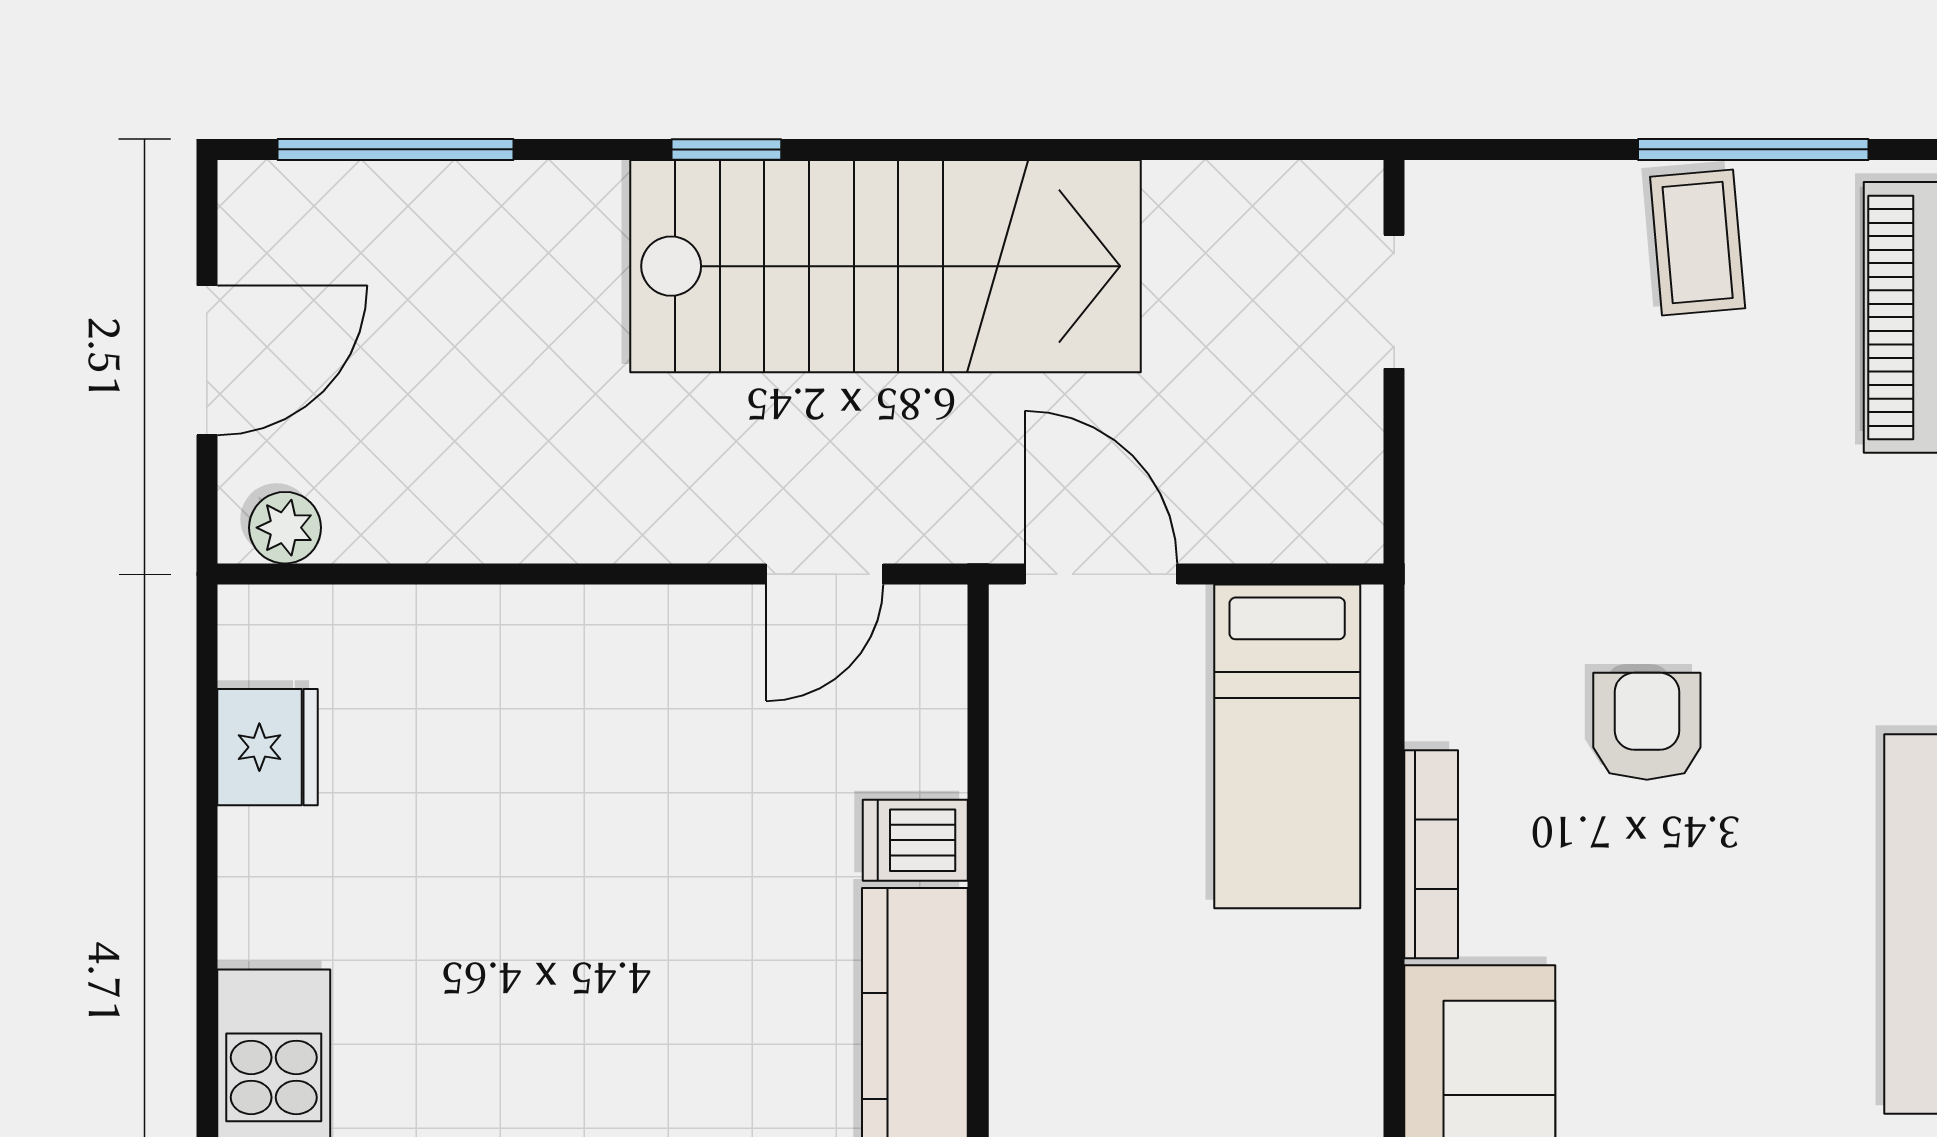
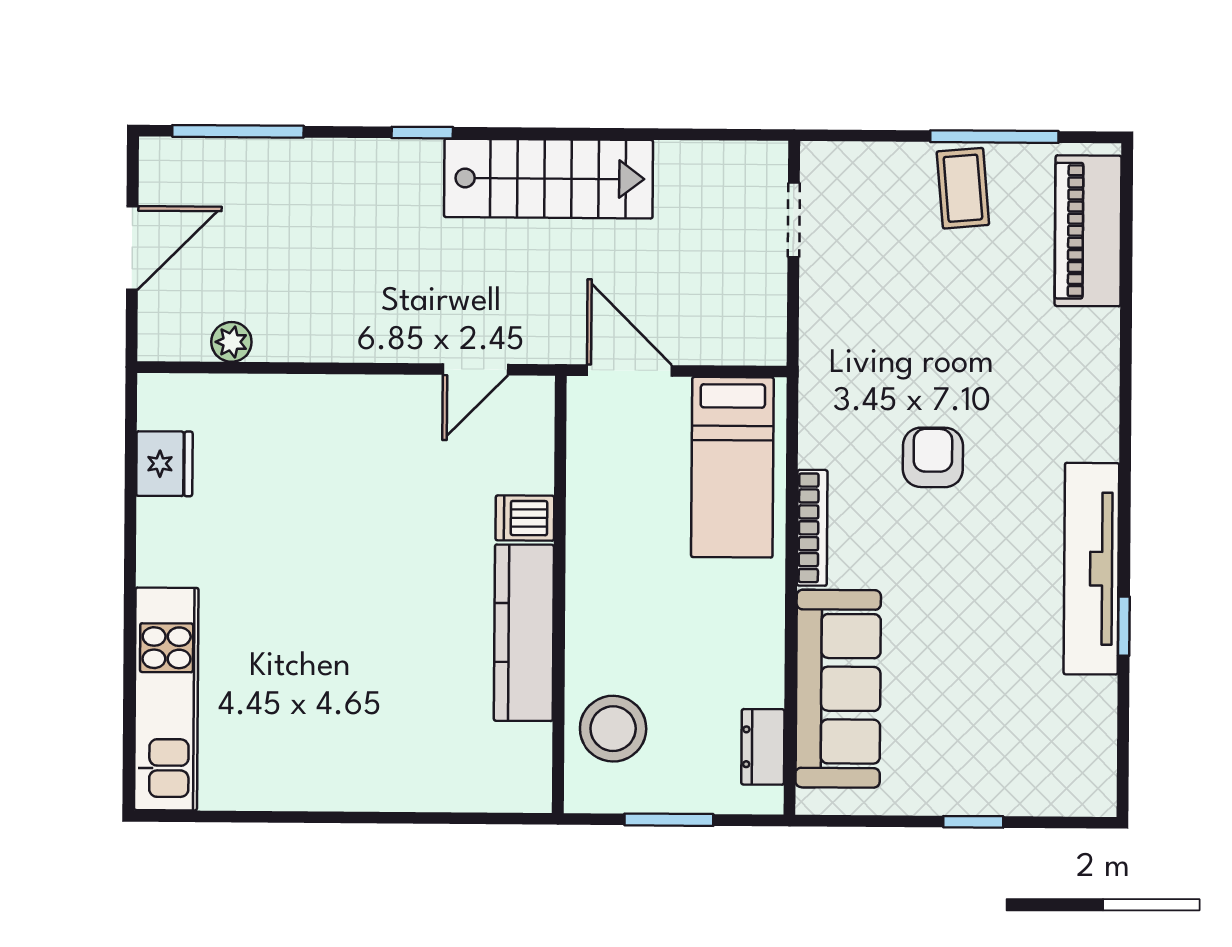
stairs: (885, 266) -> (548, 179), width x0.73, depth x0.66
plant: (285, 528) -> (231, 342), moved

